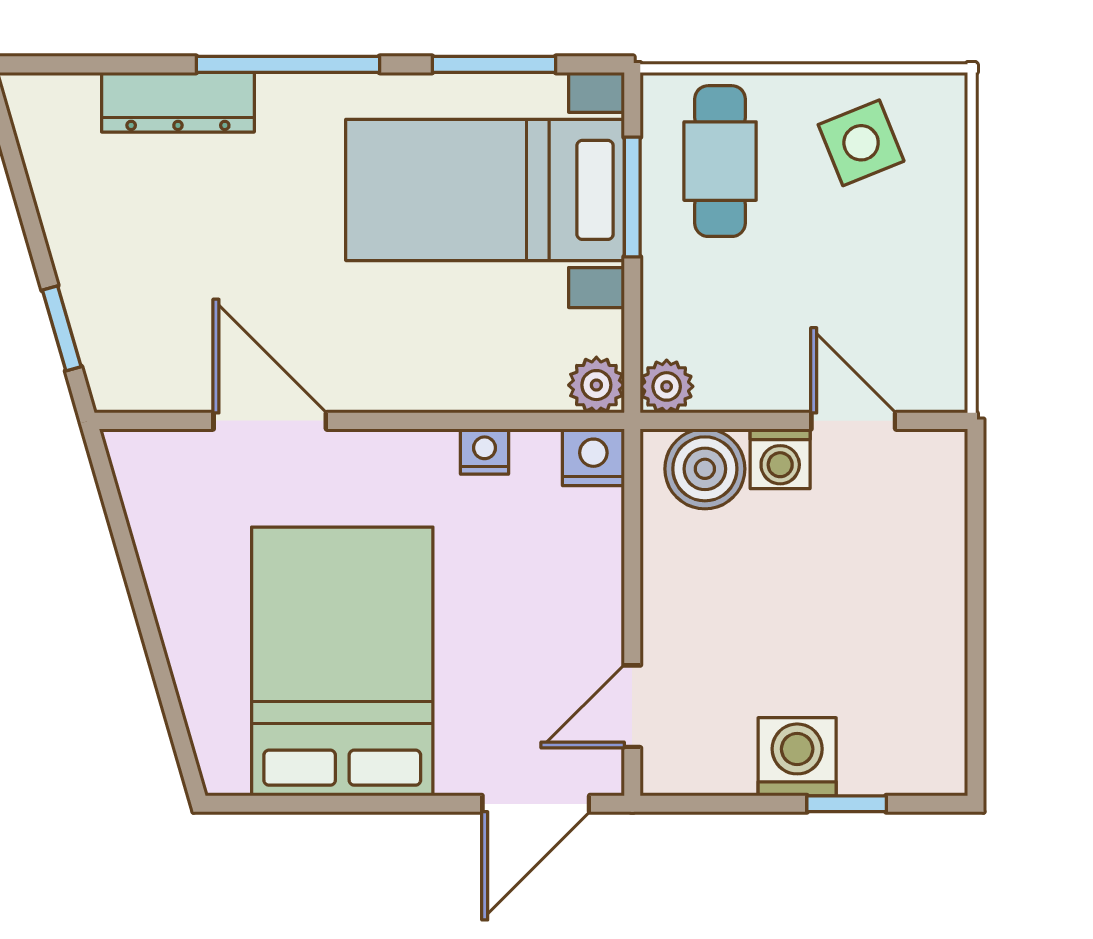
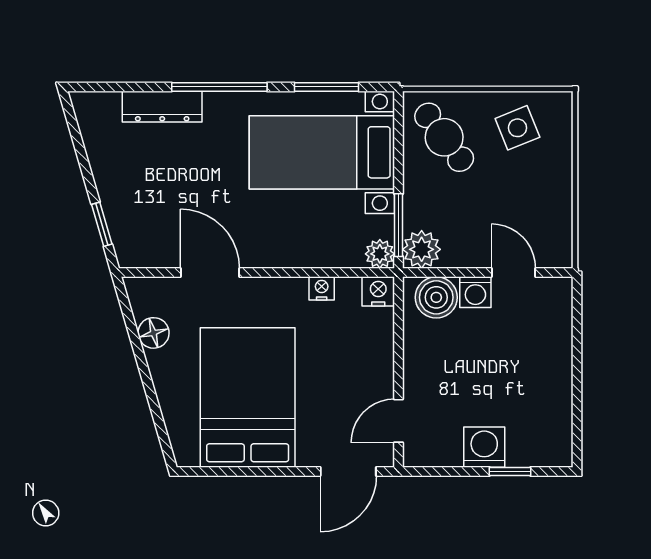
cafe table: (720, 161) -> (444, 137), turned -37
window: (632, 197) -> (398, 225), moved
plant: (667, 386) -> (422, 249), width x1.38, depth x1.38
floor lamp: (161, 537) -> (154, 333), added

